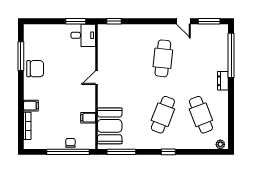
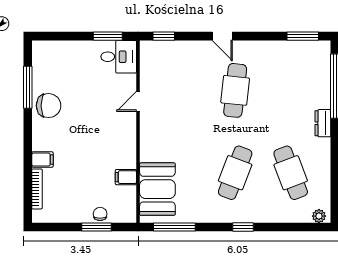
door: (183, 21) -> (222, 36), moved
door: (96, 78) -> (138, 101), moved
window: (68, 152) -> (97, 227), width x0.47

